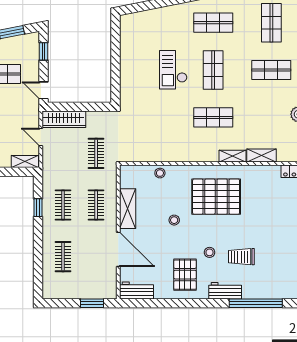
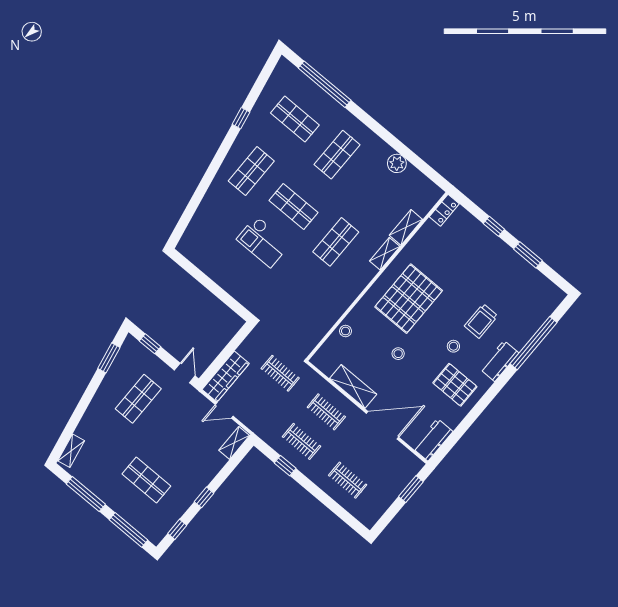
door: (44, 90) -> (185, 373), swing flipped

